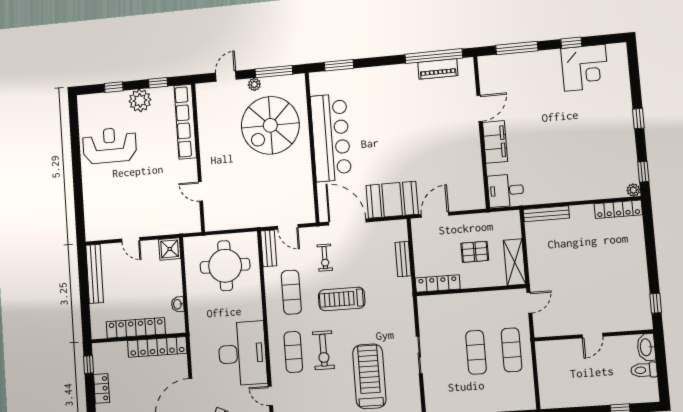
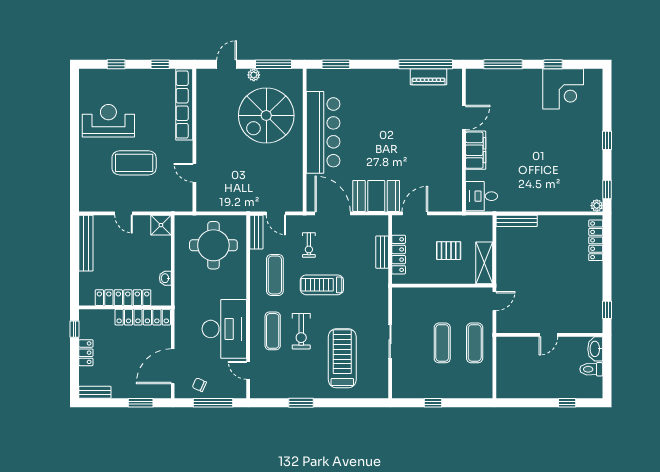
plant: (140, 100) -> (141, 80), removed
coffee table: (138, 187) -> (134, 163), added
locker: (618, 209) -> (596, 240), moved, turned 90
locker: (438, 284) -> (399, 255), moved, turned 90

